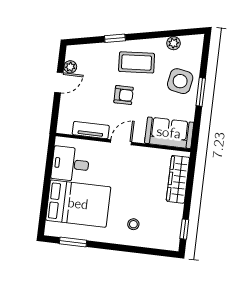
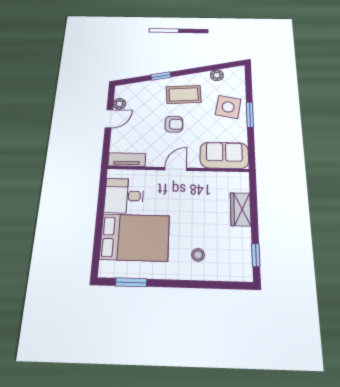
tv unit: (91, 130) -> (127, 160), moved
wardrobe: (178, 179) -> (241, 209), width x0.67

